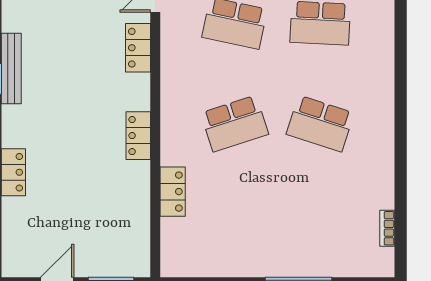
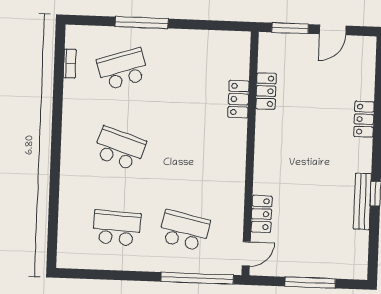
school desk: (235, 124) -> (123, 69), moved
locker: (138, 136) -> (266, 91), moved

